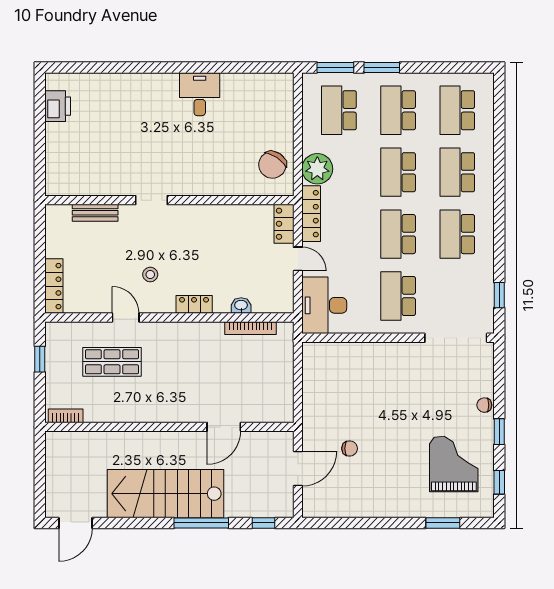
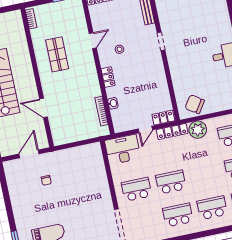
school desk: (398, 172) -> (205, 175), removed
shop shelf: (112, 362) -> (57, 54), moved
door: (298, 469) -> (29, 154), swing flipped

